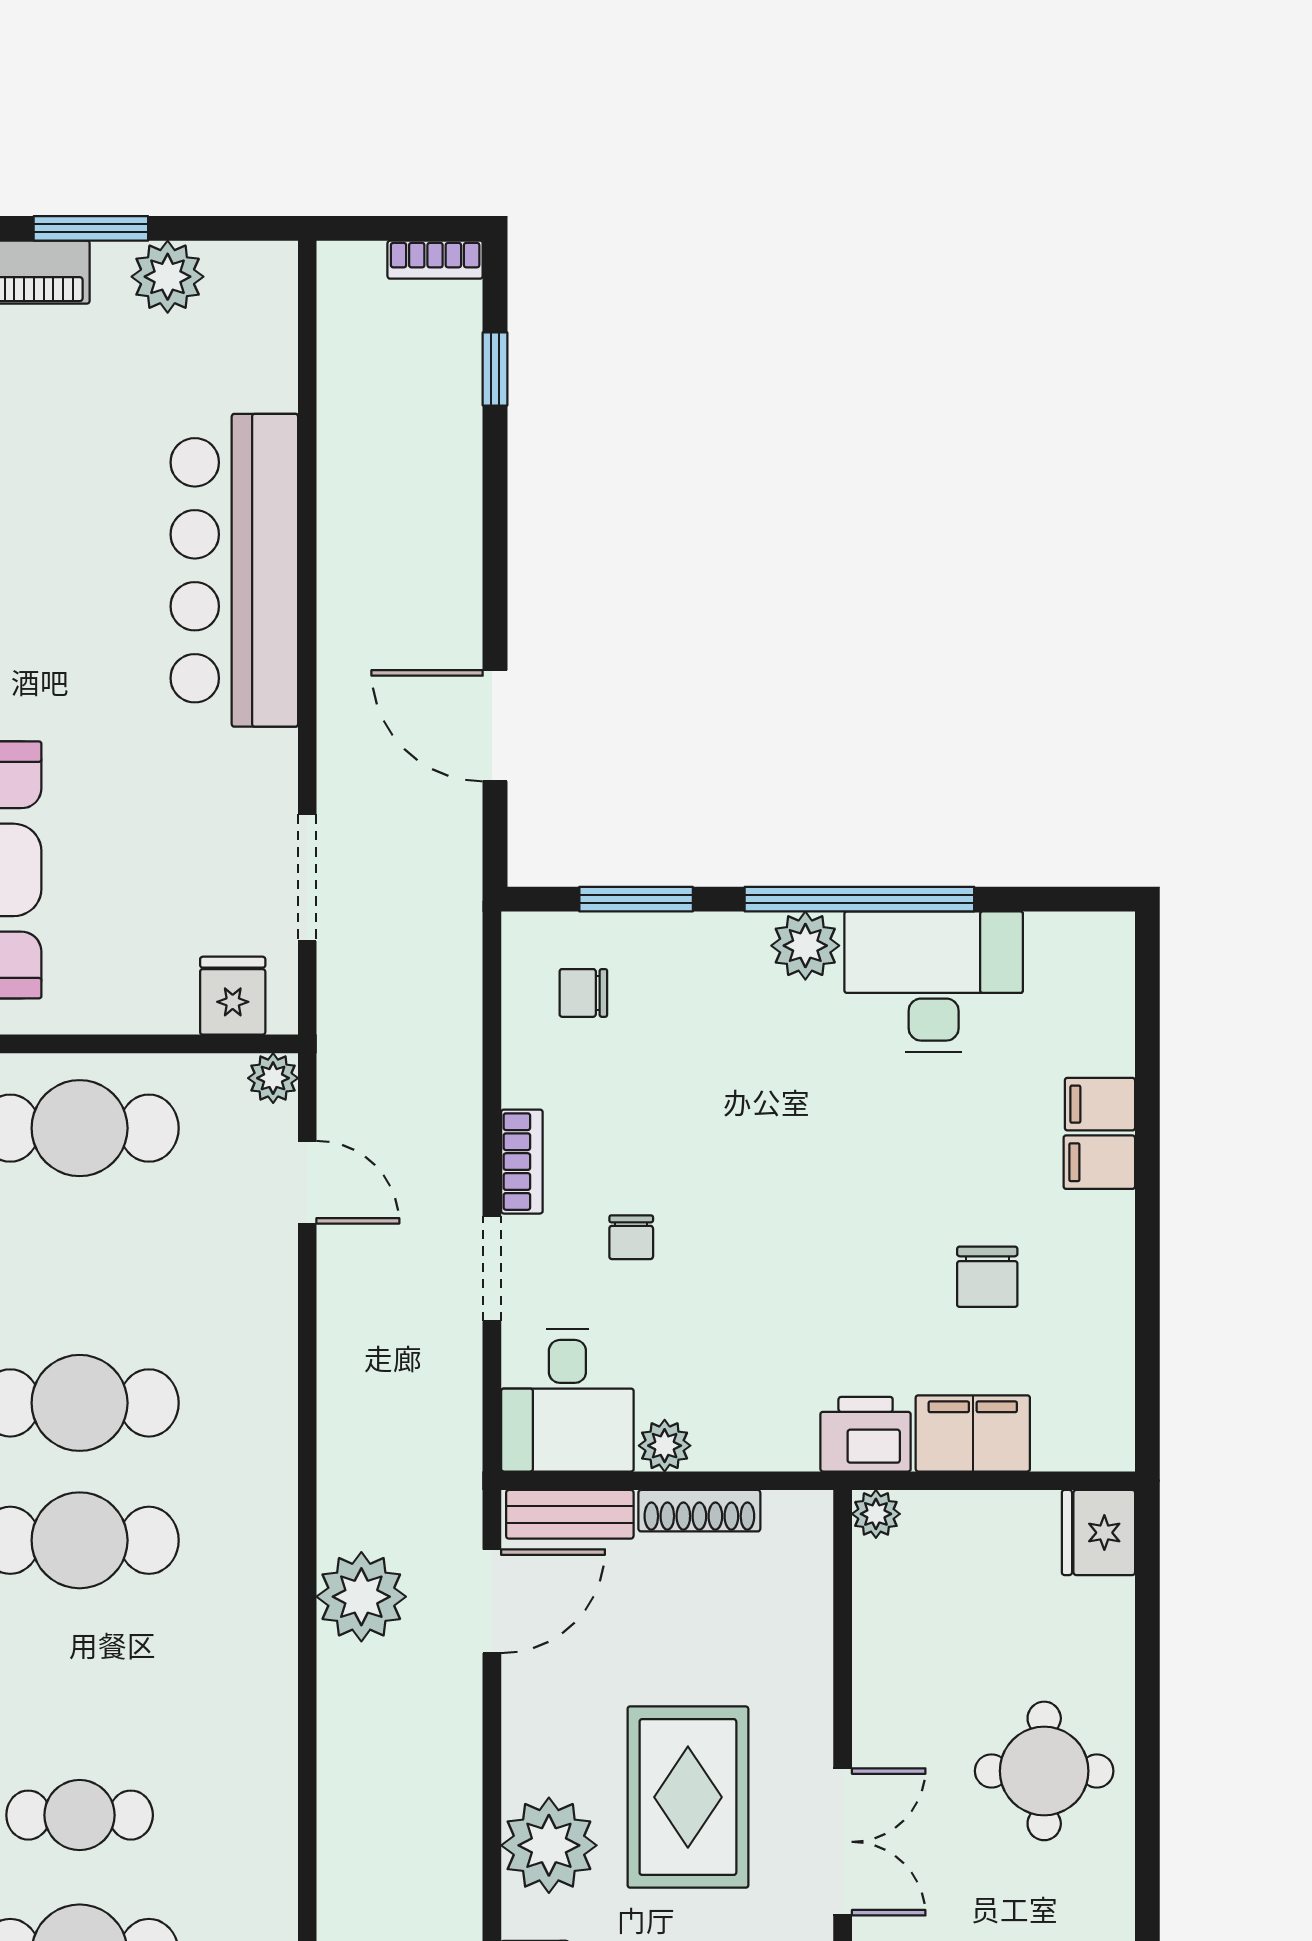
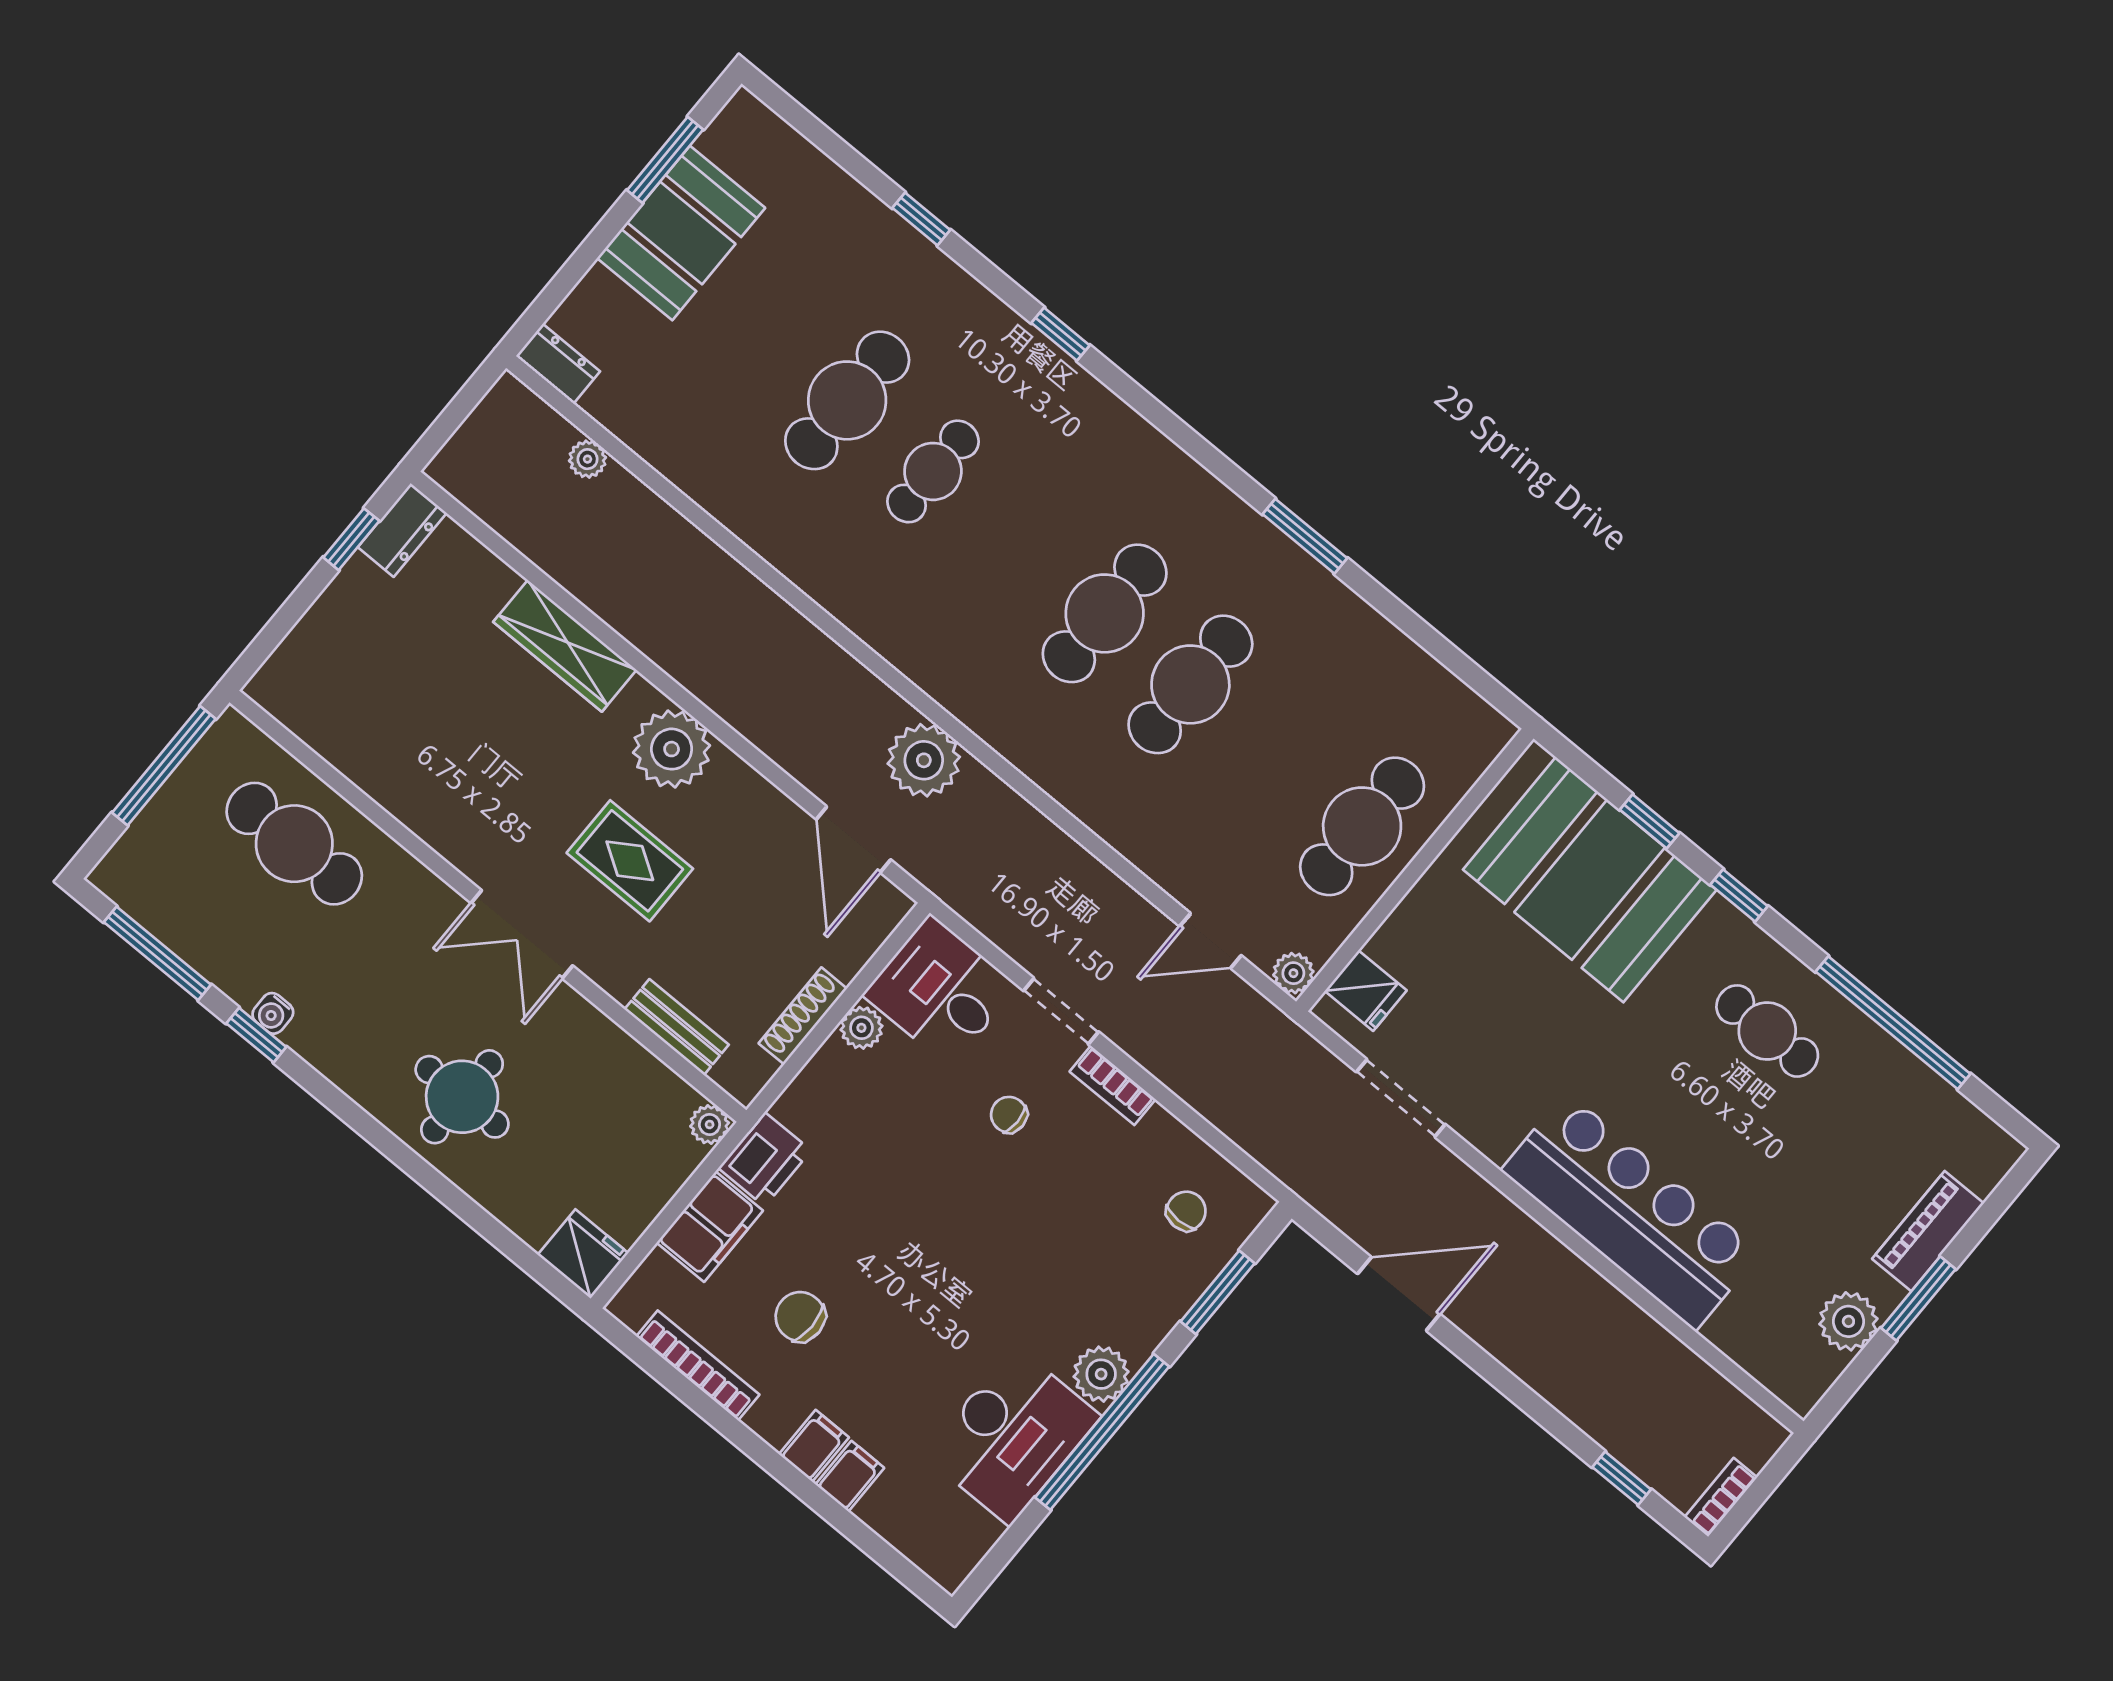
bookcase: (1114, 1336) -> (698, 1366), added
bench: (570, 1514) -> (677, 1027), moved, turned 90
rug: (688, 1797) -> (630, 861), width x0.73, depth x0.70

